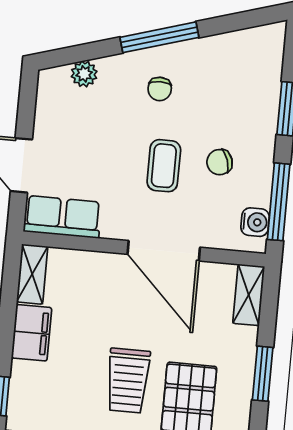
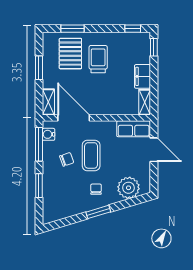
window: (159, 37) -> (98, 212), width x0.69
plant: (84, 74) -> (128, 188), width x1.88, depth x1.88
coffee table: (164, 166) -> (91, 155), width x1.36, depth x1.30
door: (164, 251) -> (74, 118), moved

